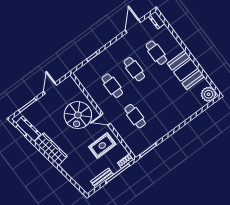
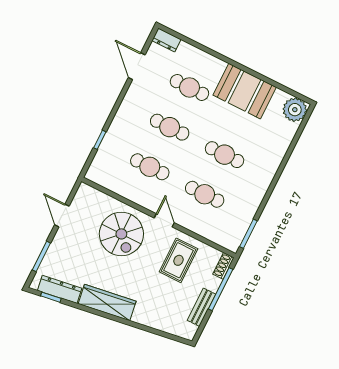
cafe table: (157, 100) -> (225, 155), added
door: (105, 119) -> (164, 220), swing flipped

